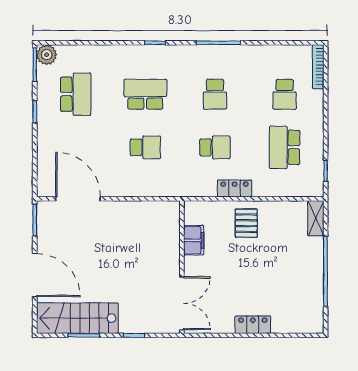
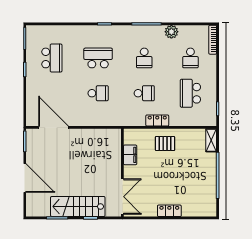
plant: (47, 55) -> (171, 32), moved
pallet: (246, 223) -> (165, 144), turned 90
stairs: (77, 318) -> (78, 207), moved

